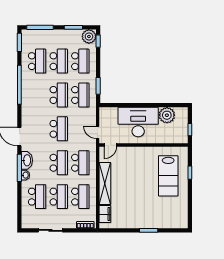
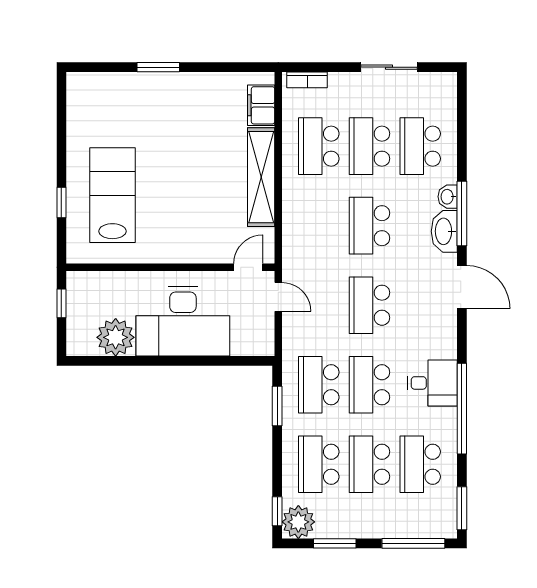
desk: (32, 96) -> (432, 383), added
school desk: (80, 163) -> (319, 226), removed

